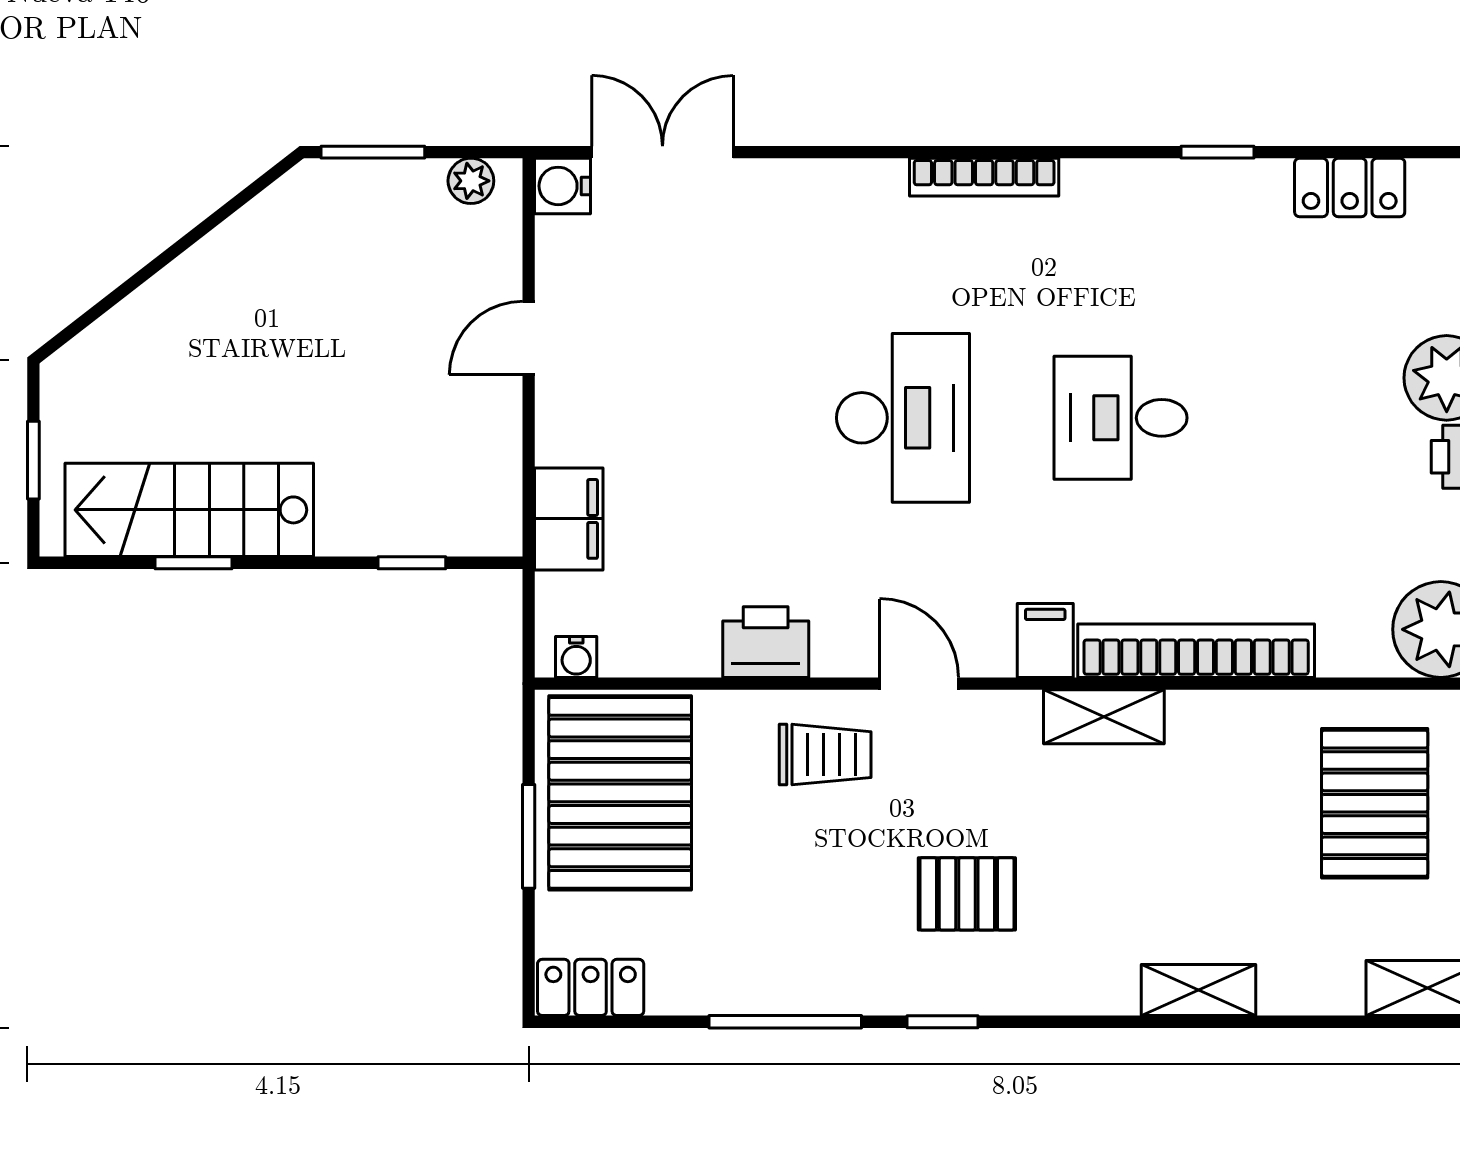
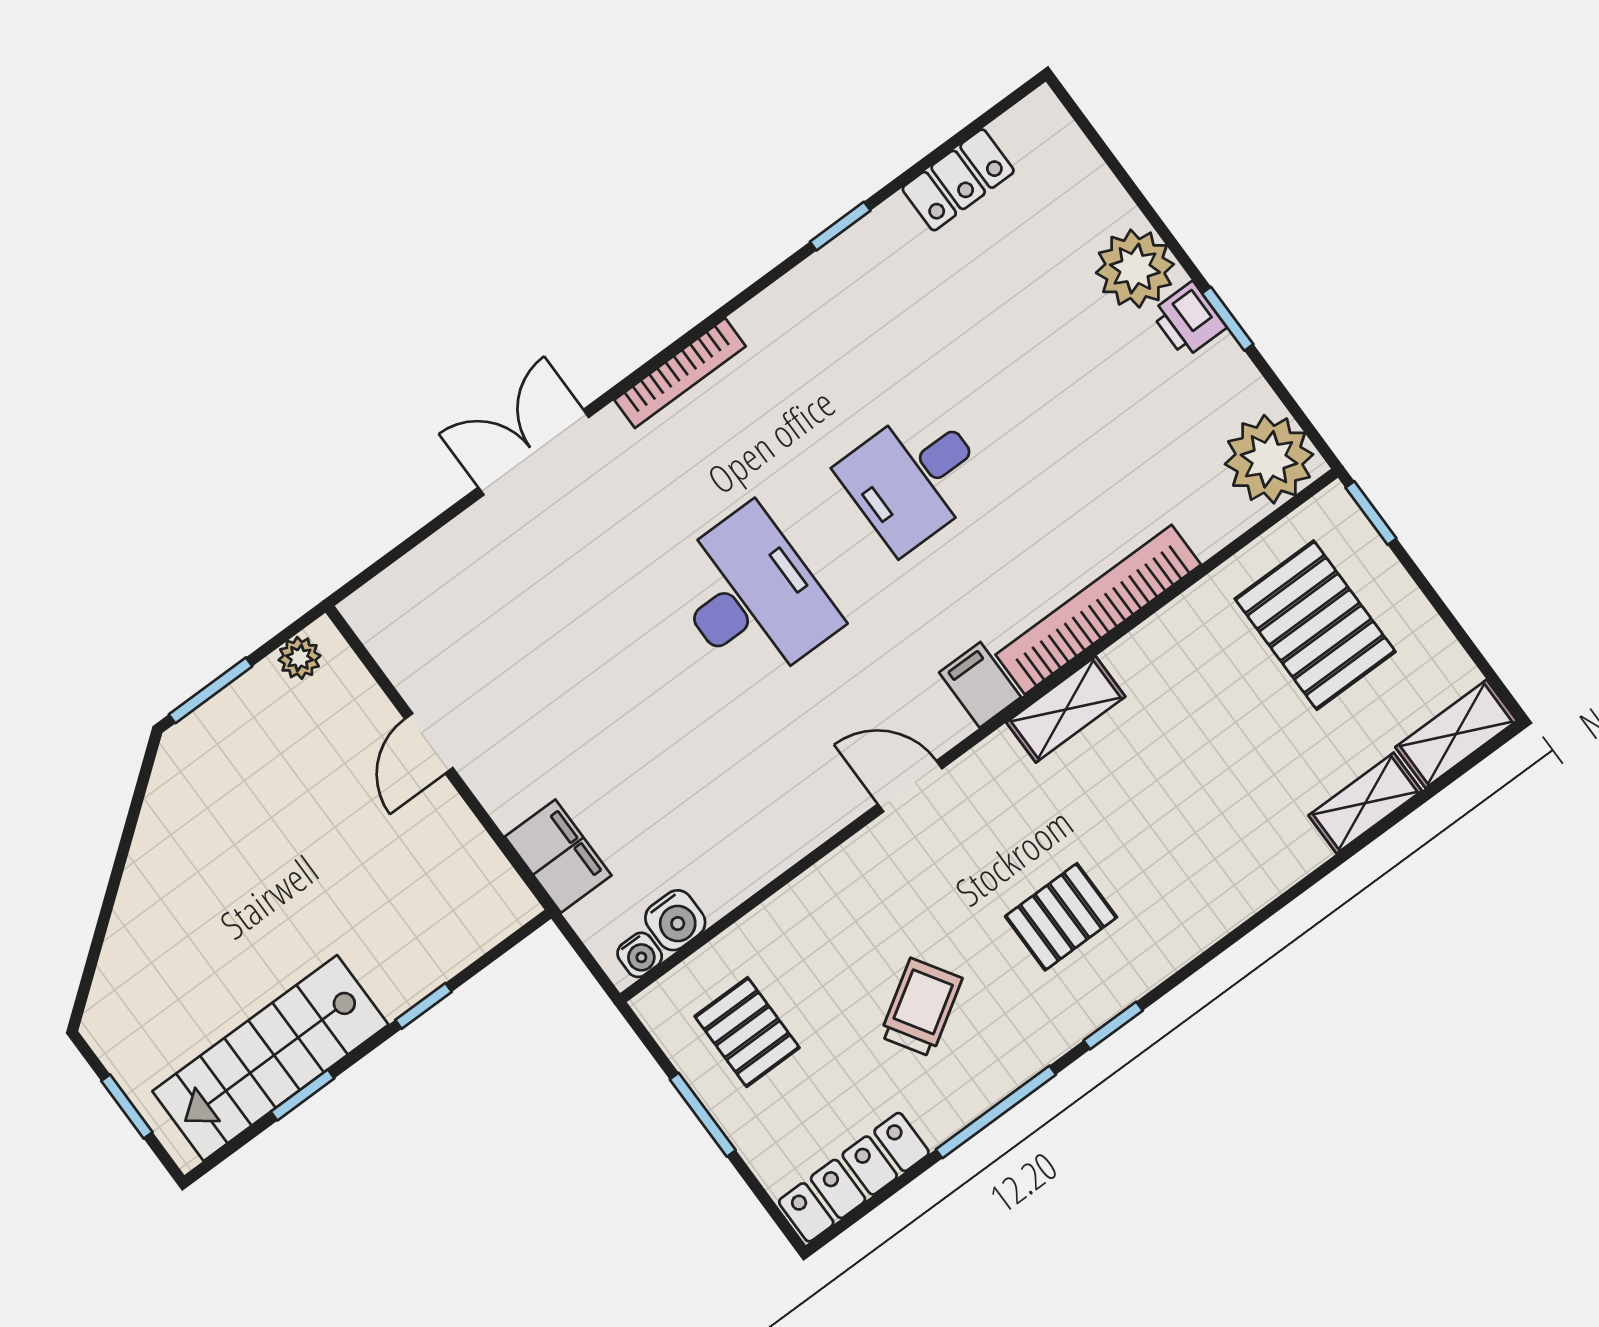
double door: (663, 152) -> (534, 452), moved
water cooler: (563, 186) -> (675, 920), moved, turned -90
window: (412, 563) -> (423, 1006), moved
printer: (766, 642) -> (773, 840), removed
trolley: (825, 755) -> (921, 1007), moved, turned -32
pallet: (620, 793) -> (747, 1032), width x0.49, depth x0.50
locker: (591, 987) -> (854, 1177), width x1.53
shelving: (1198, 990) -> (1365, 803), moved

